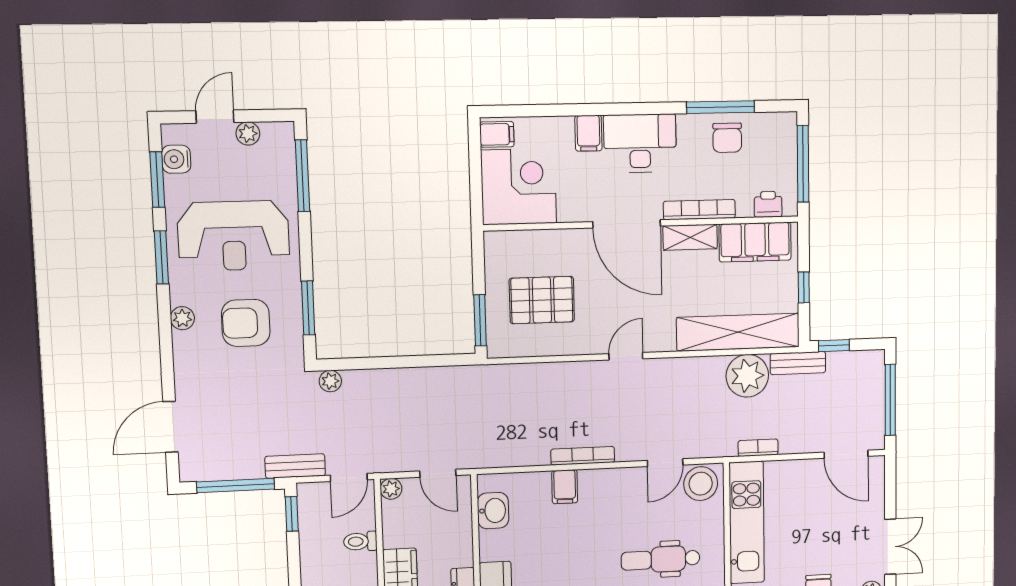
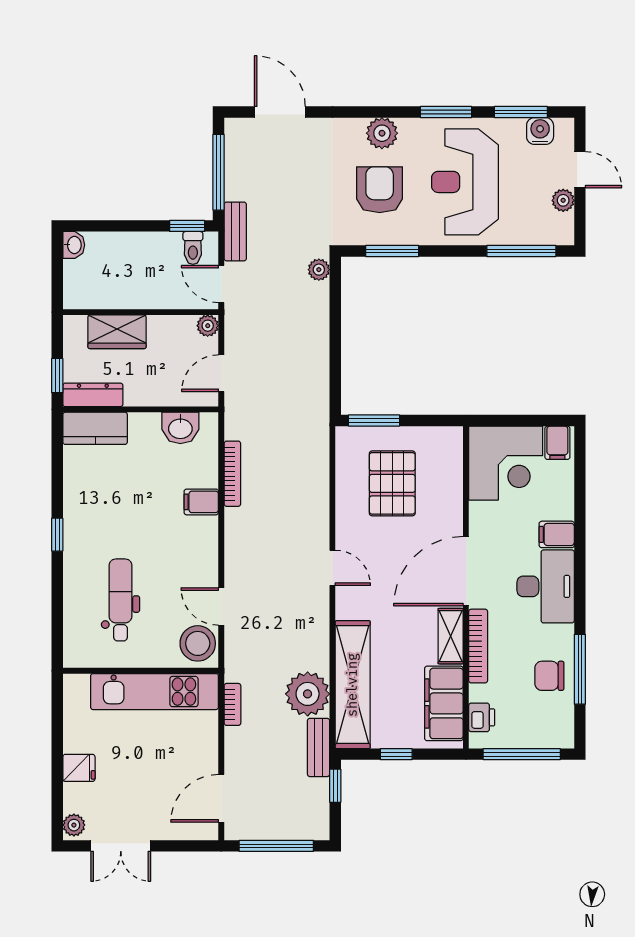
plant: (182, 318) -> (382, 133), width x1.38, depth x1.38
bookcase: (583, 456) -> (232, 474), moved
toilet: (360, 541) -> (193, 248), moved, turned 180

